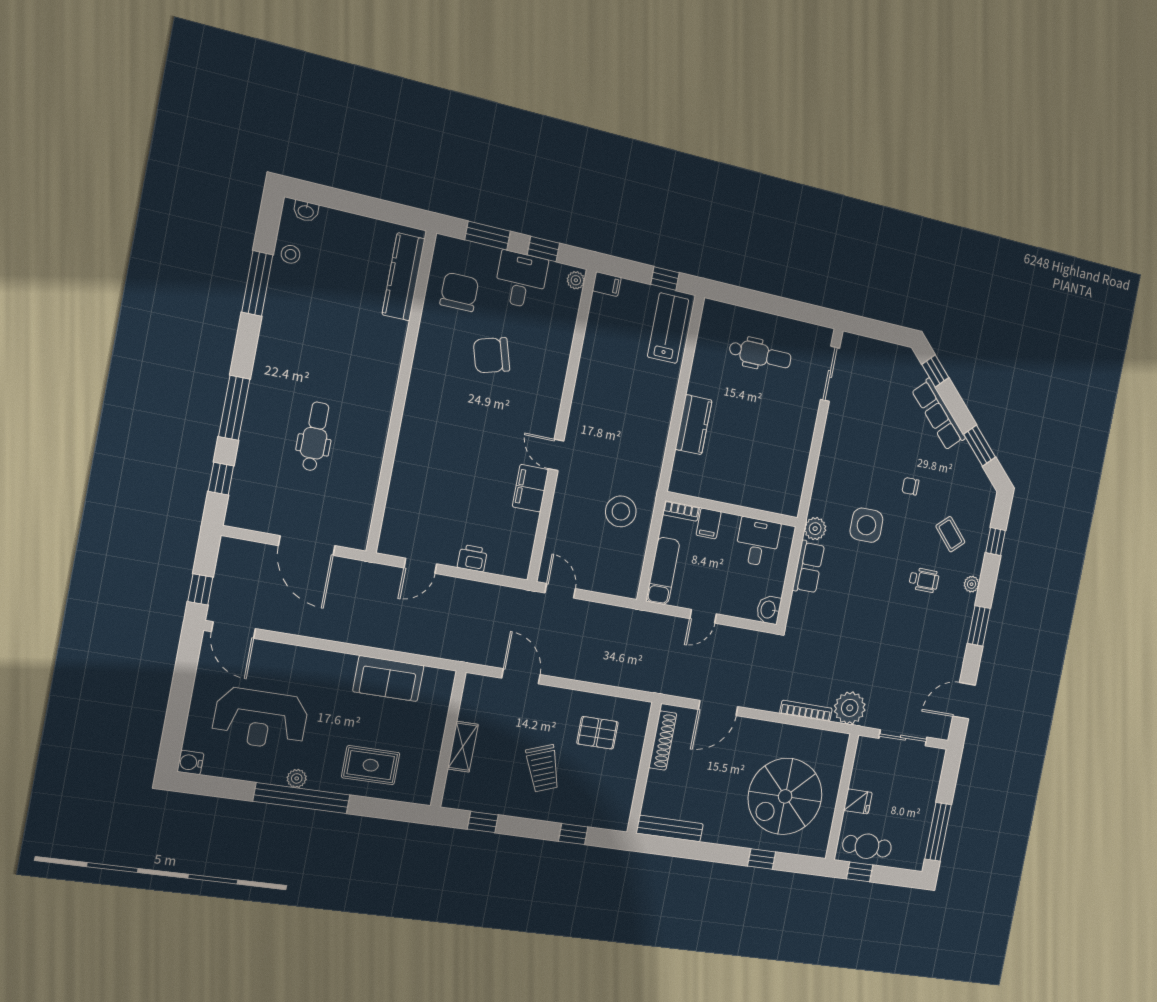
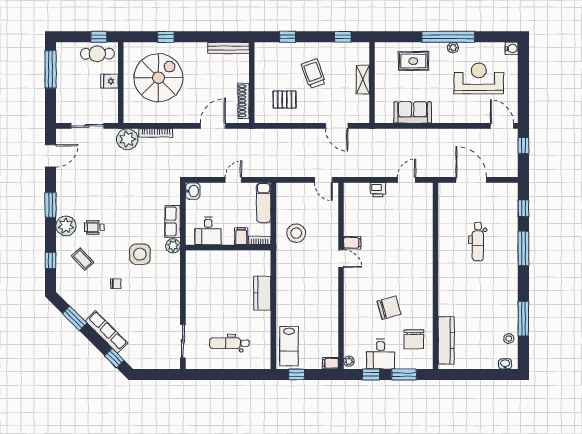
filing cabinet: (530, 488) -> (352, 243), width x0.50
plant: (972, 584) -> (66, 226), width x1.87, depth x1.87

